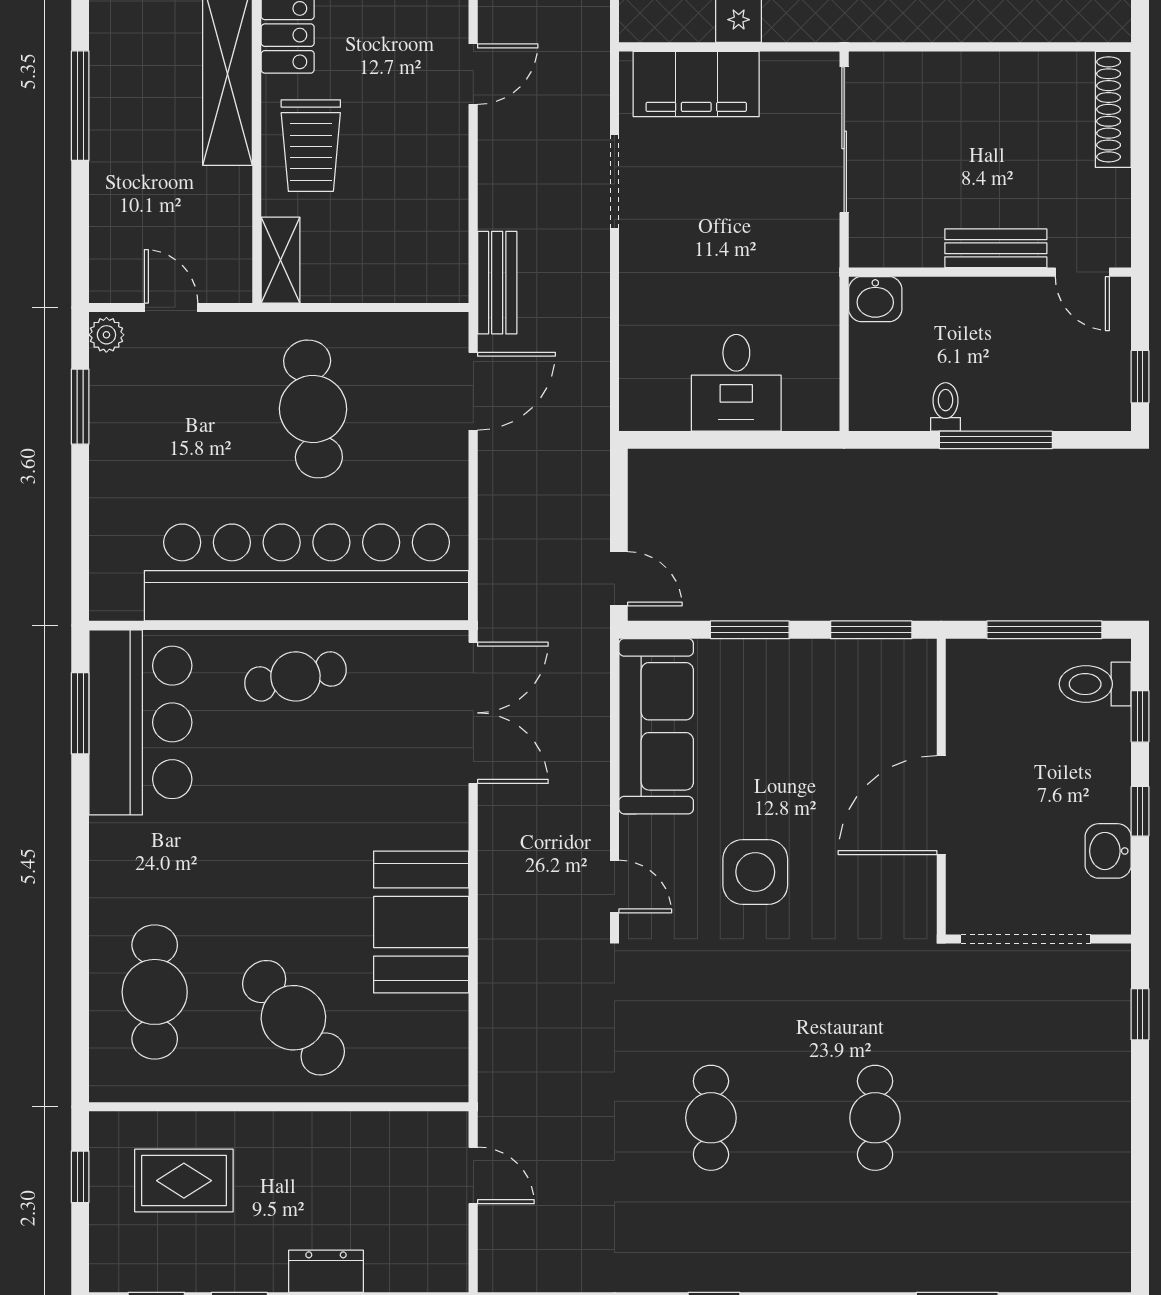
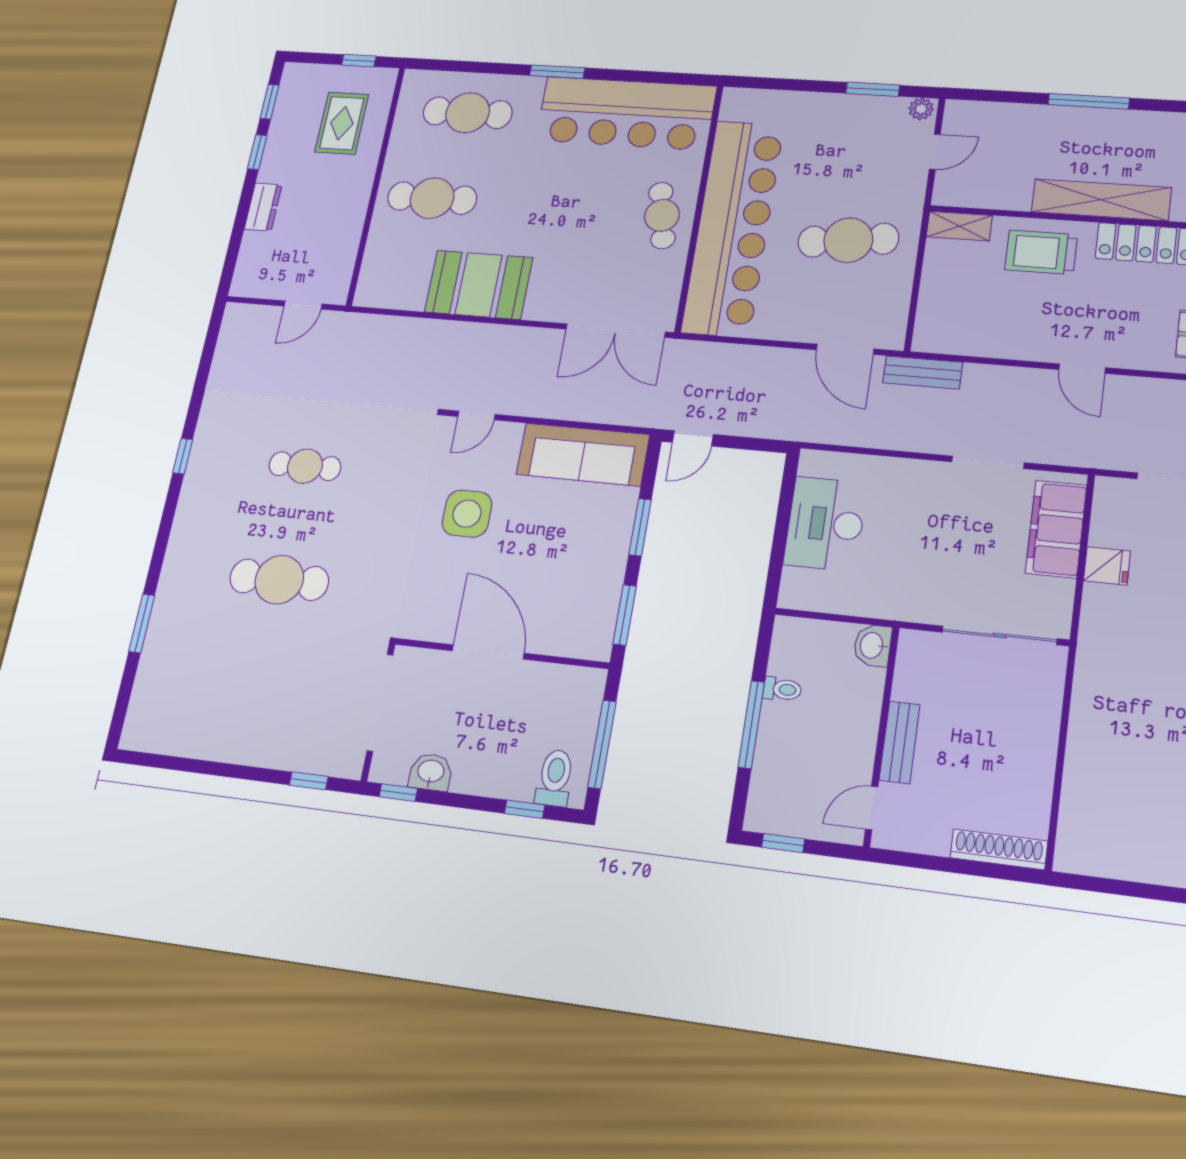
desk: (736, 383) -> (825, 524), width x1.37
window: (80, 713) -> (557, 72), moved
bar counter: (140, 722) -> (626, 113), width x1.36
window: (1140, 811) -> (398, 793), moved
cafe table: (293, 1018) -> (432, 198), turned 39
cafe table: (875, 1118) -> (279, 580), width x1.37, depth x1.35

